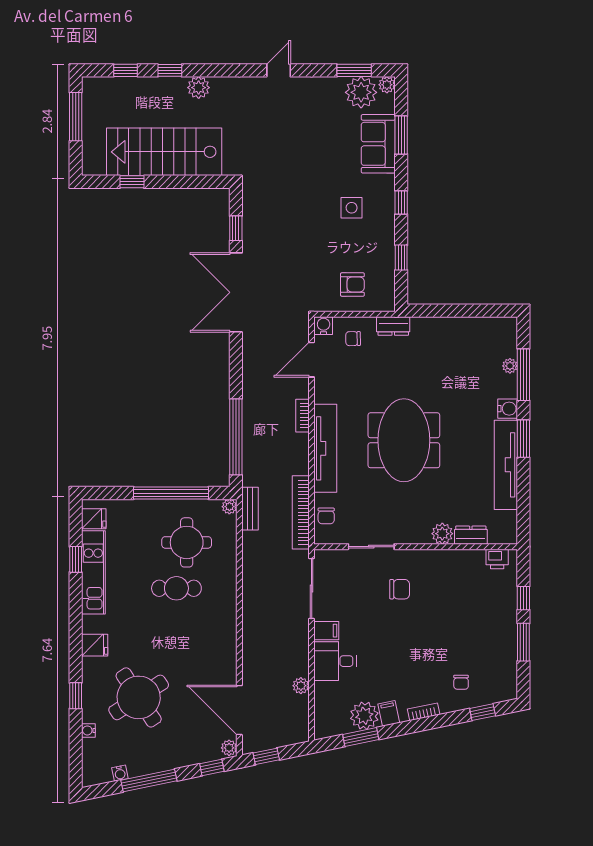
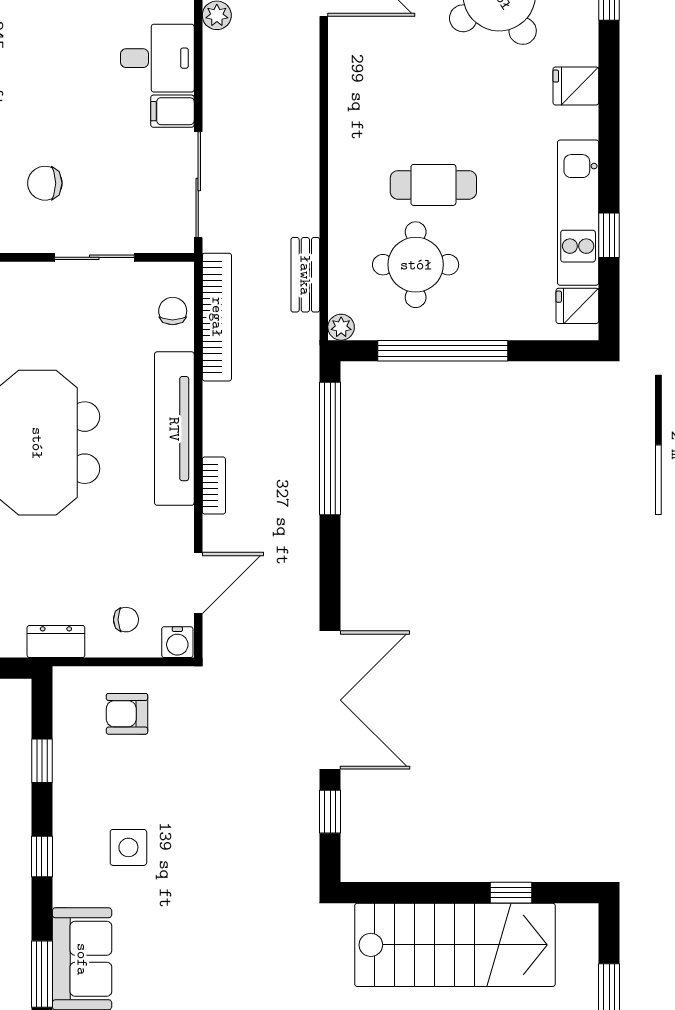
bench: (250, 509) -> (305, 275), moved

